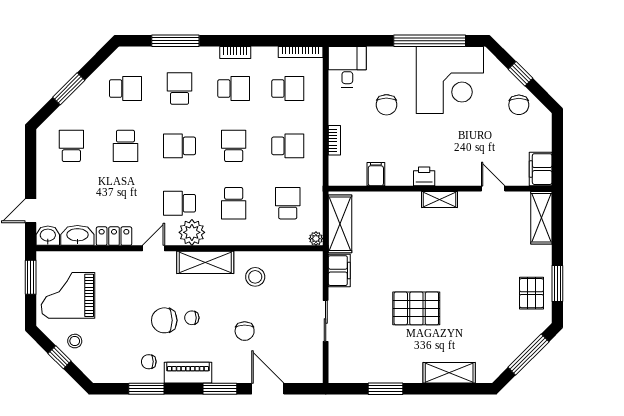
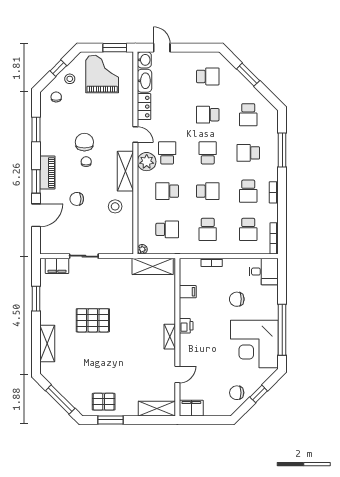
school desk: (180, 89) -> (248, 153), turned 180
filing cabinet: (339, 271) -> (57, 266), moved
pallet: (416, 308) -> (93, 320), turned 90
chair: (149, 362) -> (56, 97), moved
piano: (188, 373) -> (47, 173), moved

